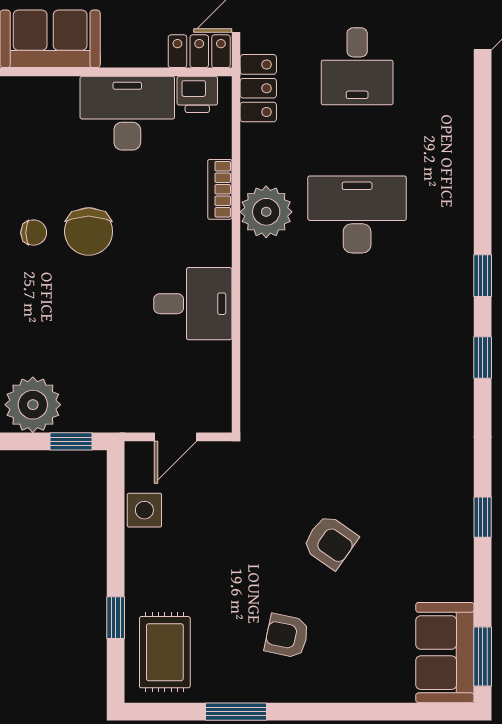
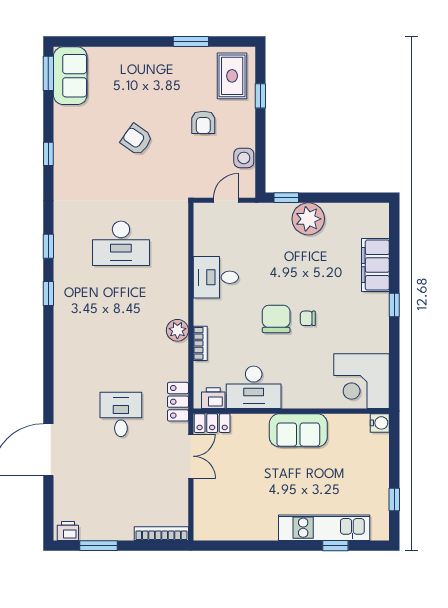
plant: (266, 212) -> (177, 330), width x0.73, depth x0.73
desk: (357, 214) -> (121, 243), moved
armchair: (287, 636) -> (203, 122), moved, turned 78

